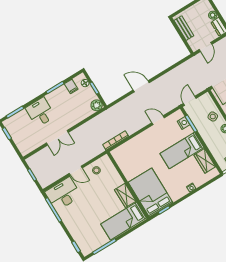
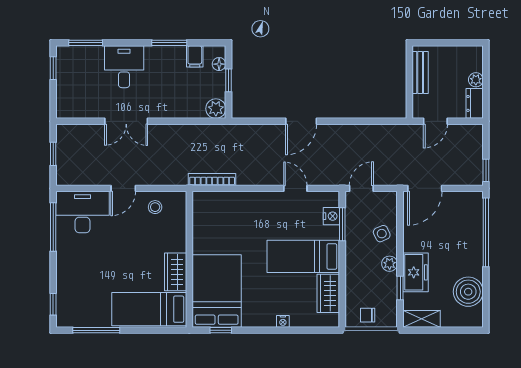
door: (141, 86) -> (301, 121), swing flipped
door: (76, 171) -> (123, 188), hinge flipped

